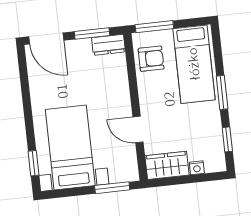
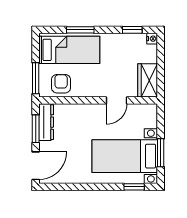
dresser: (109, 45) -> (46, 122), width x1.44
window: (222, 92) -> (80, 30), moved
nightstand: (197, 168) -> (152, 39), moved
window: (112, 188) -> (161, 153), moved

